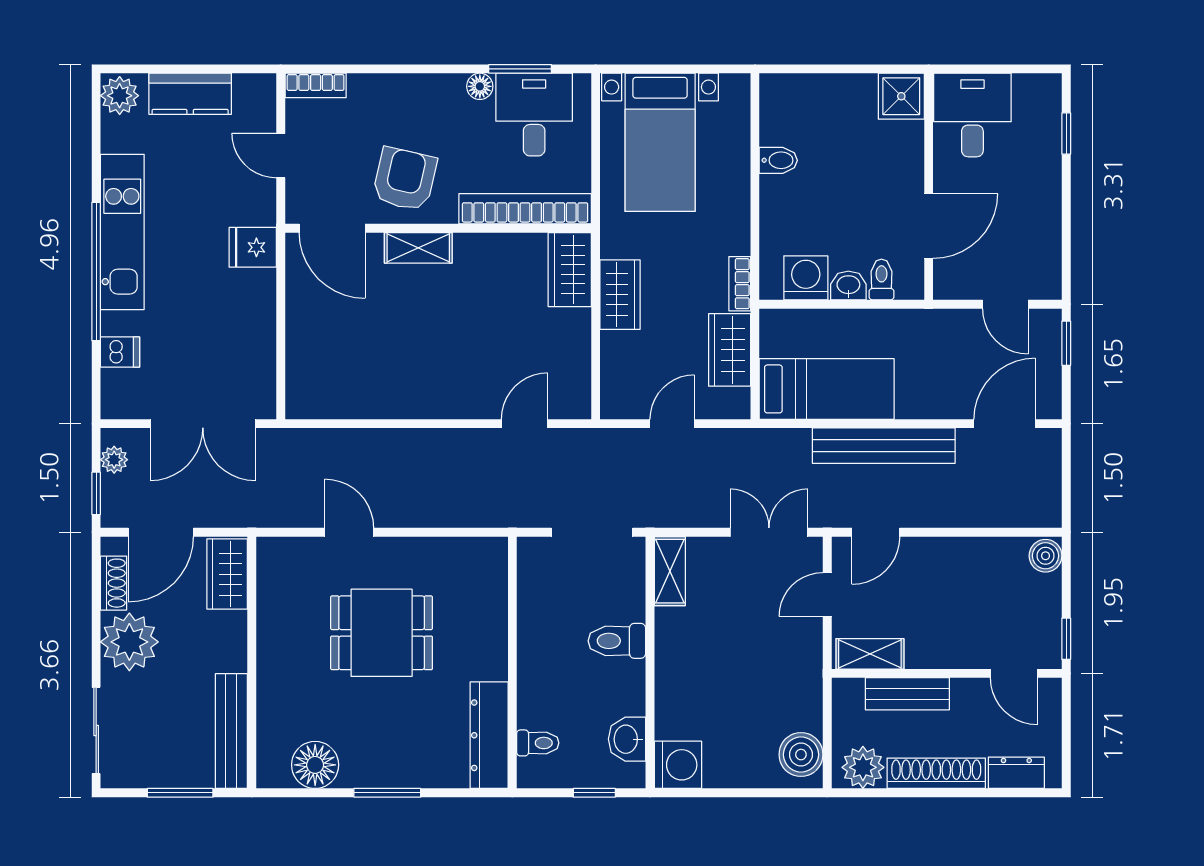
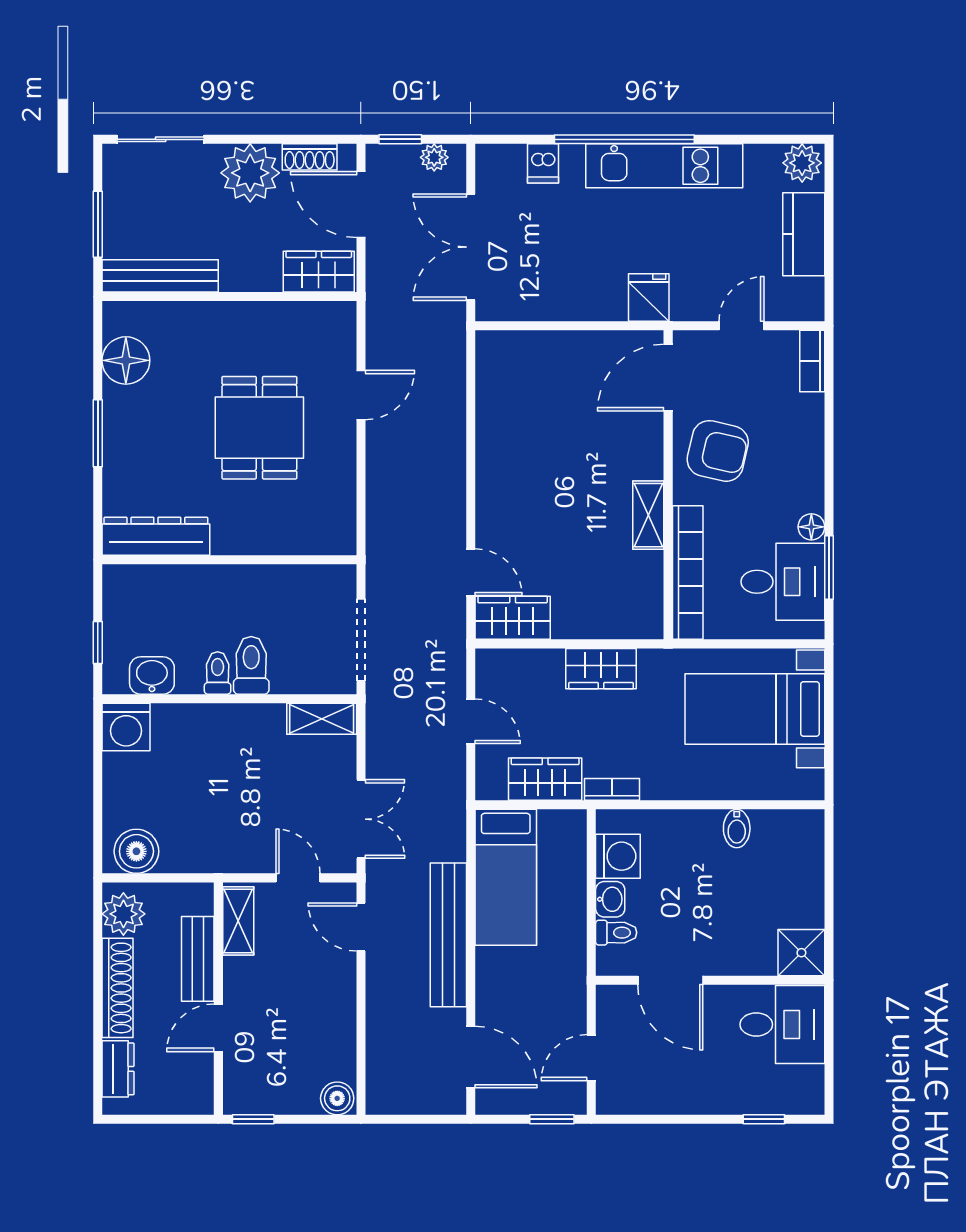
shelving: (418, 248) -> (648, 515), moved
wardrobe: (570, 270) -> (513, 618), moved
door: (1014, 673) -> (218, 1028), moved
toilet: (538, 743) -> (218, 673), moved, turned 180

